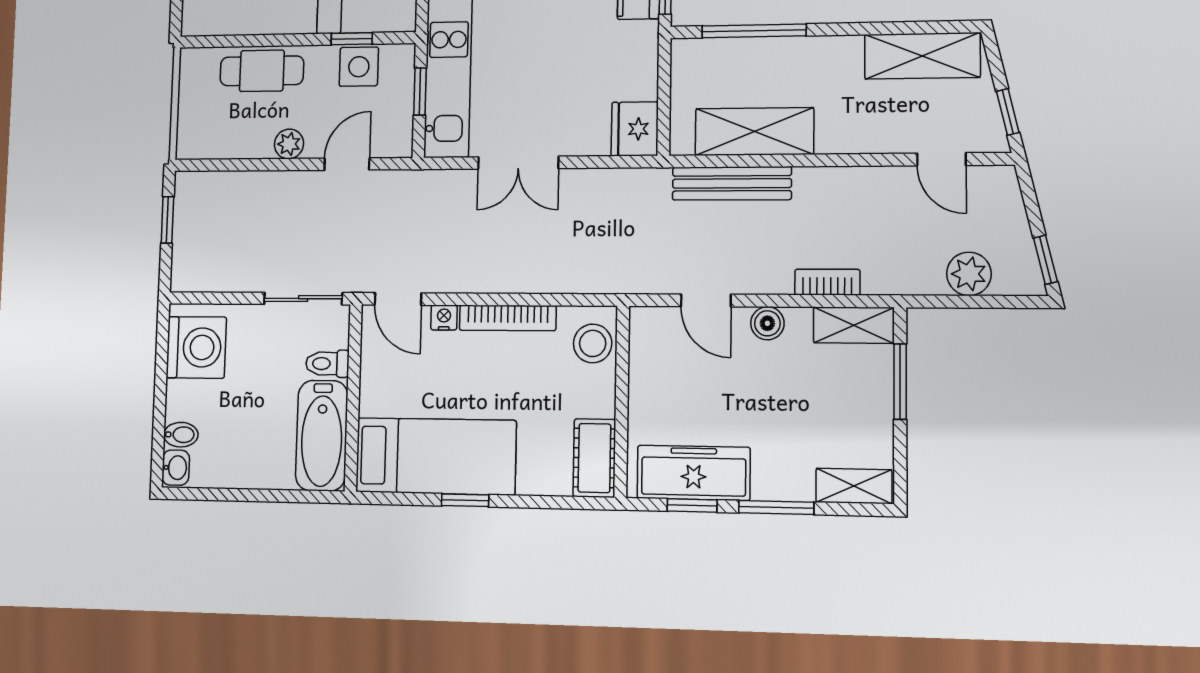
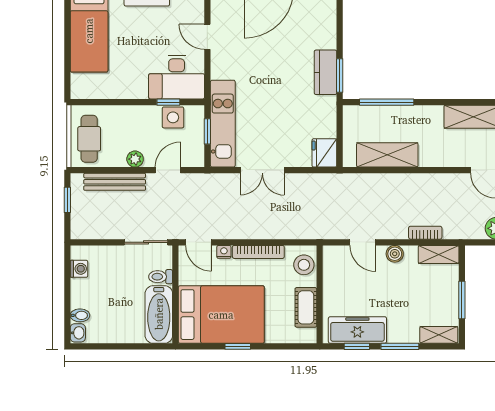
cafe table: (262, 71) -> (89, 139), moved, turned 90
bench: (732, 183) -> (115, 182), moved
washing machine: (196, 347) -> (79, 269), width x0.53, depth x0.53
window: (900, 382) -> (462, 300), moved
bed: (436, 456) -> (221, 315), width x1.50
cot: (594, 458) -> (306, 307), moved

